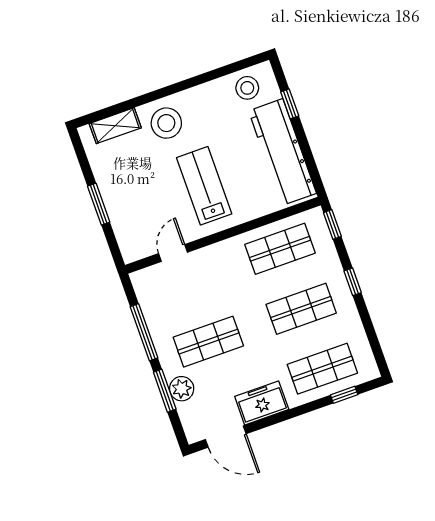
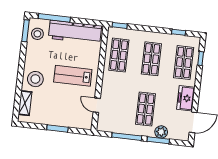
window: (242, 64) -> (26, 31), added
window: (290, 104) -> (54, 18), width x2.17
window: (353, 282) -> (179, 32), moved

